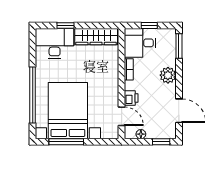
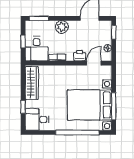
desk: (55, 43) -> (37, 119), width x0.73

